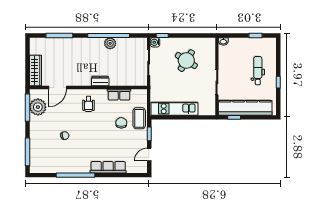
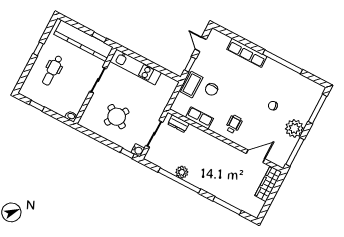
dresser: (100, 81) -> (178, 124), moved
plant: (38, 107) -> (294, 128), moved
kitchen unit: (174, 109) -> (136, 67), moved
door: (149, 155) -> (201, 44), swing flipped

